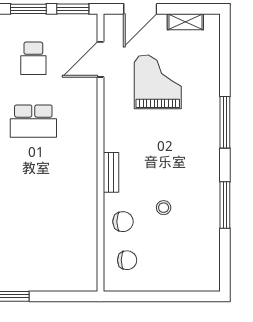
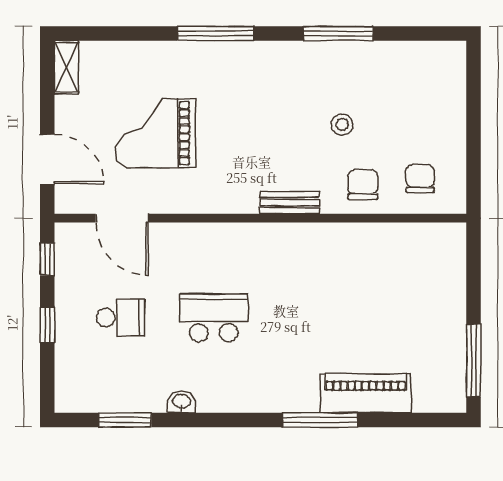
window: (28, 9) -> (47, 325), width x0.67
window: (73, 9) -> (47, 259), width x0.67
shelving: (185, 22) -> (66, 67), moved
school desk: (33, 121) -> (214, 318), turned -90

